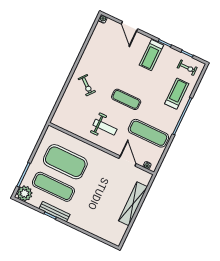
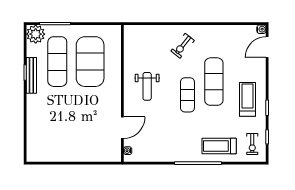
door: (130, 26) -> (267, 47), moved
treadmill: (151, 55) -> (247, 99), turned 90
treadmill: (177, 94) -> (219, 146), turned 180
exercise mat: (148, 133) -> (214, 82), moved
shelving: (133, 204) -> (80, 155), removed

